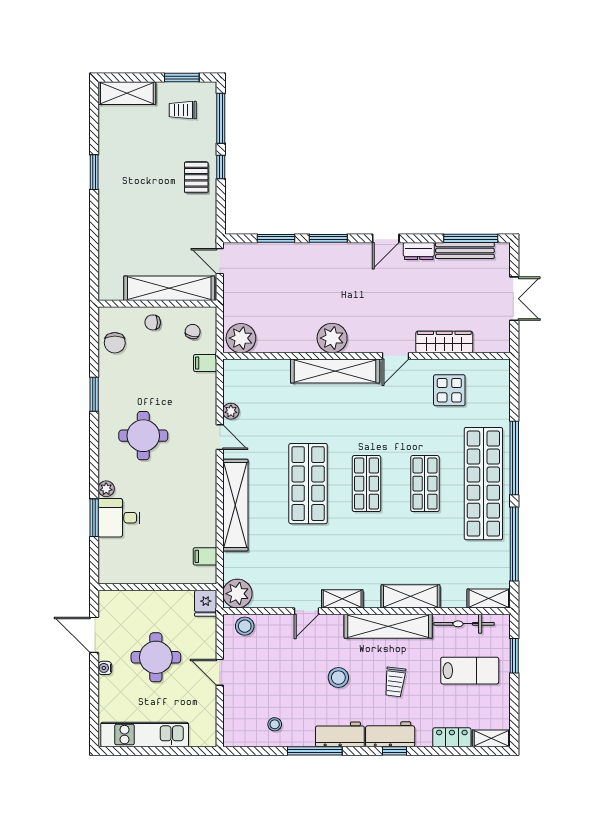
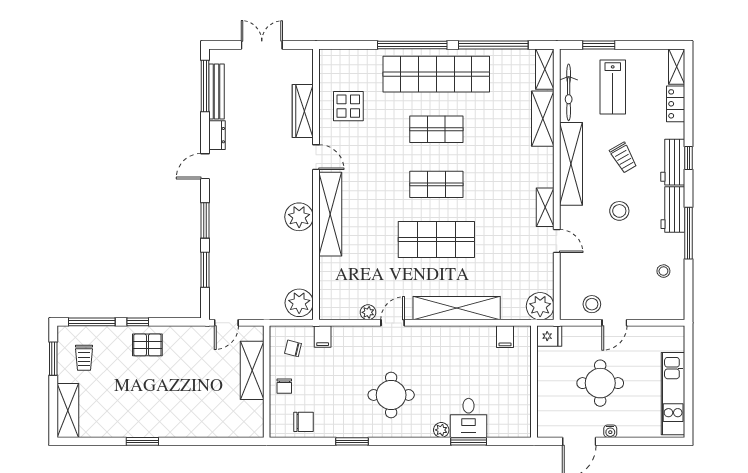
door: (386, 238) -> (205, 166), swing flipped
shelving: (169, 288) -> (252, 370), width x0.68
shelving: (410, 596) -> (543, 119), moved
stool: (245, 626) -> (592, 304), moved
lab bench: (470, 671) -> (613, 87), turned 180
trolley: (395, 682) -> (623, 158), turned 53

